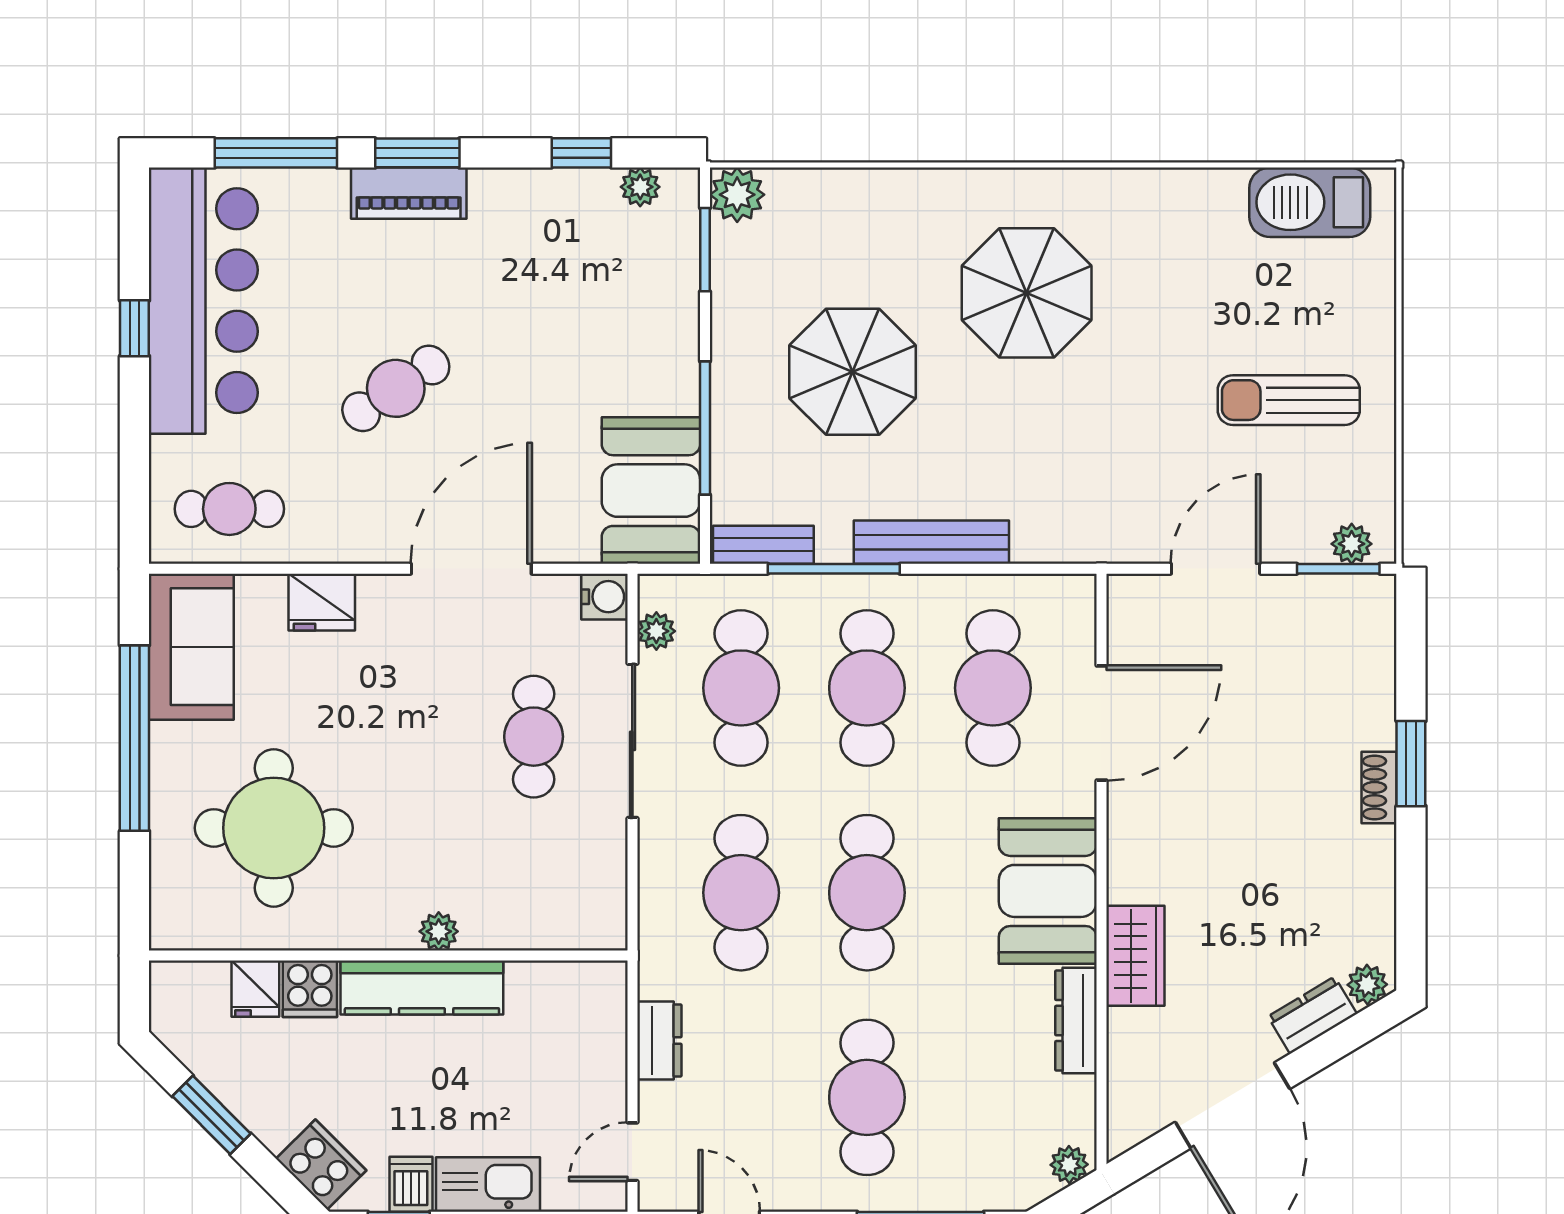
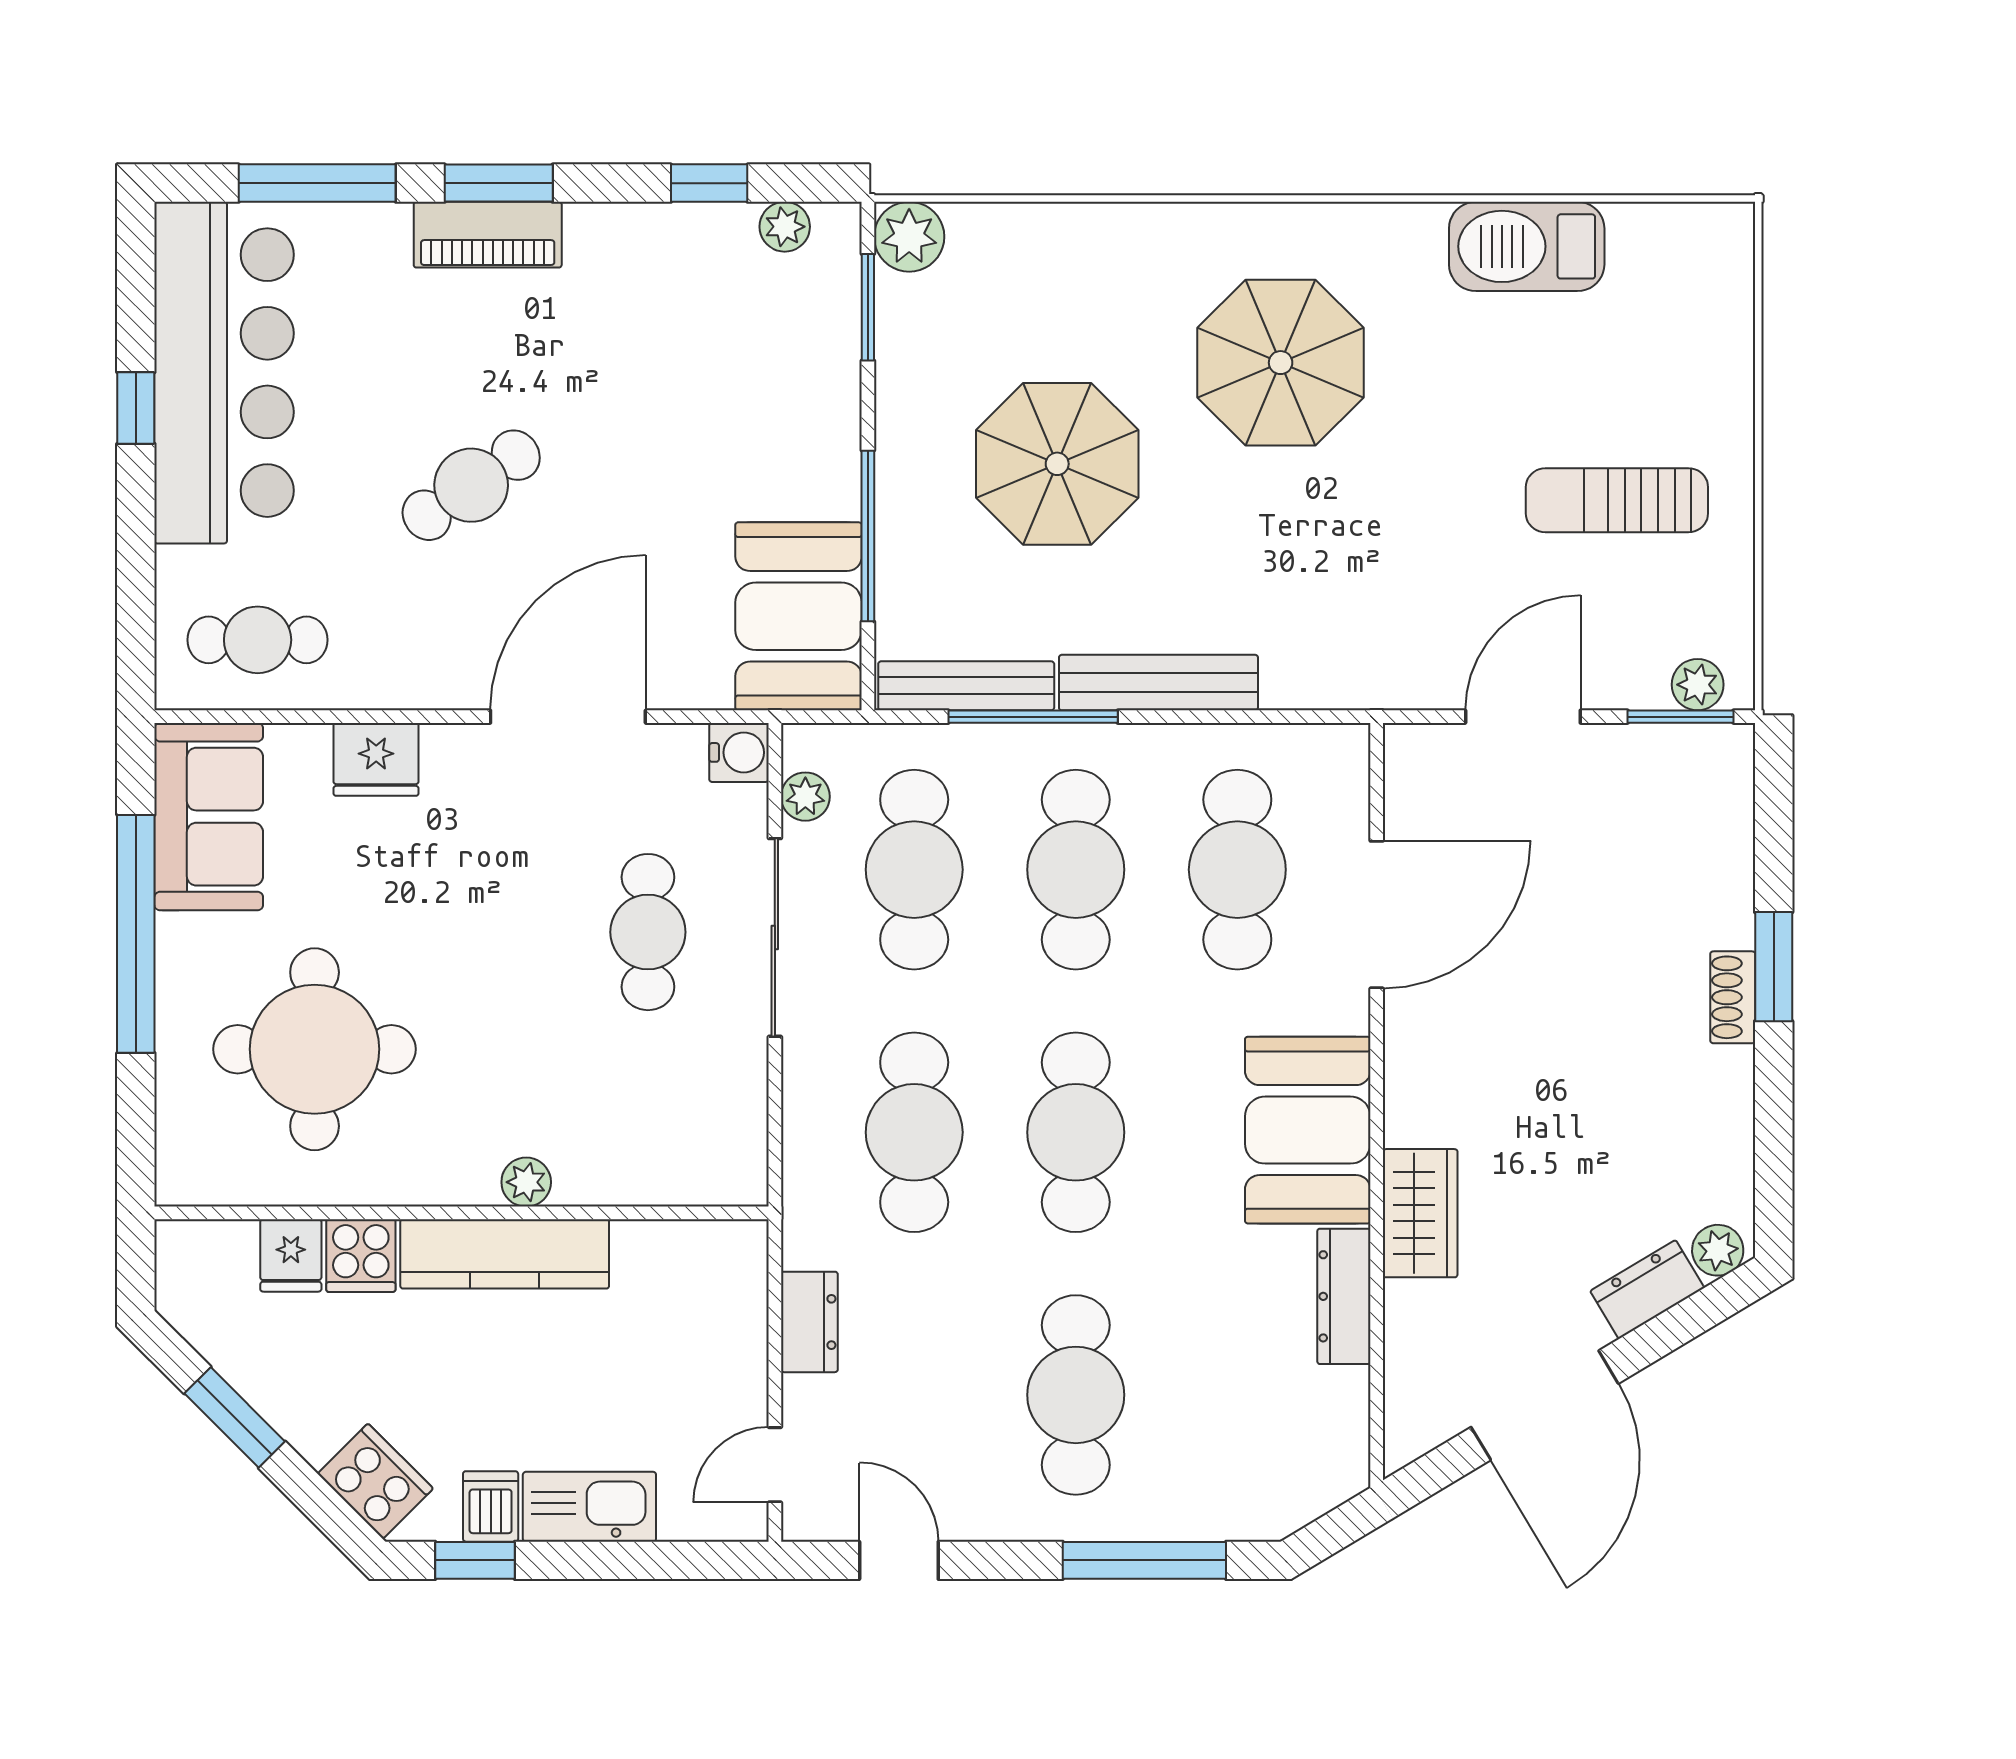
barbecue: (1310, 202) -> (1527, 246), moved
bench: (763, 545) -> (966, 686), width x1.36
plant: (1069, 1165) -> (1335, 1481), removed

